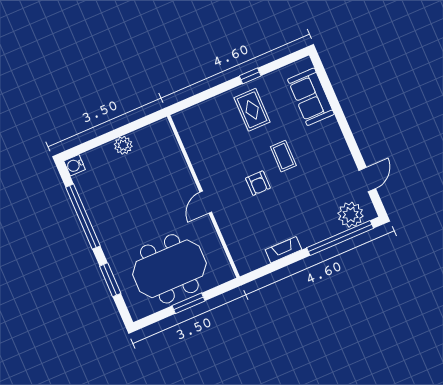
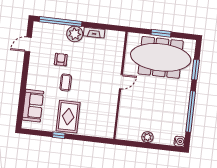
rug: (252, 110) -> (68, 117), width x1.36, depth x1.43
armchair: (258, 183) -> (61, 60), moved
plant: (351, 215) -> (75, 34), moved
meeting table: (169, 269) -> (161, 57), width x1.36

